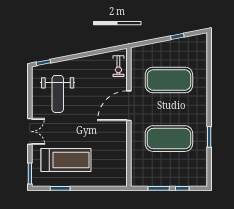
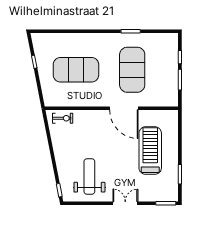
exercise mat: (169, 80) -> (76, 70), turned 90
weight bench: (58, 94) -> (89, 176), turned -90
door: (129, 106) -> (124, 108), moved
treadmill: (66, 160) -> (150, 151), moved

